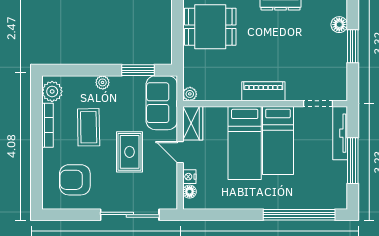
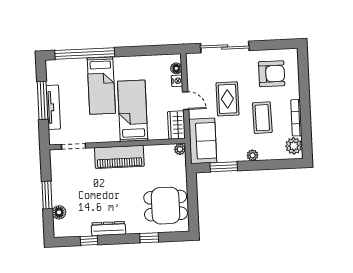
piano: (263, 91) -> (119, 157), width x1.37, depth x1.33
tv unit: (340, 133) -> (53, 107), moved
bed: (278, 140) -> (101, 86), moved, turned 180

